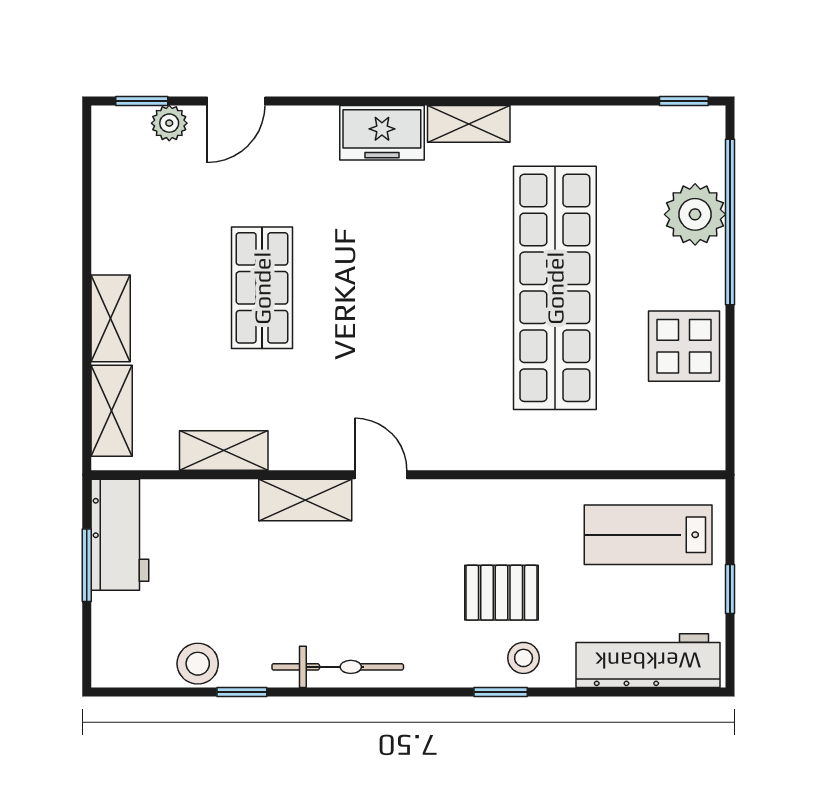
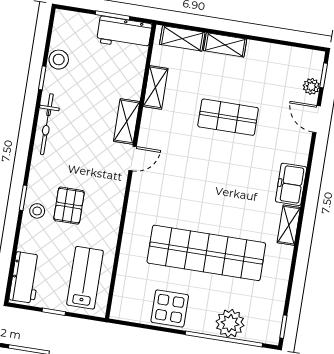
workbench: (648, 661) -> (25, 277), width x0.73

